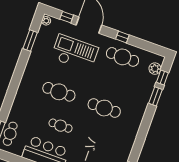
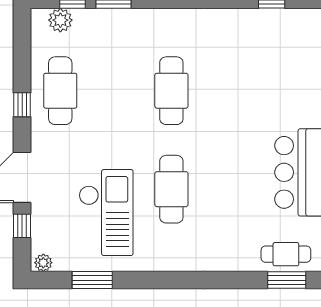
checkout: (75, 53) -> (106, 213), moved, turned 180
cafe table: (61, 126) -> (236, 163), removed

